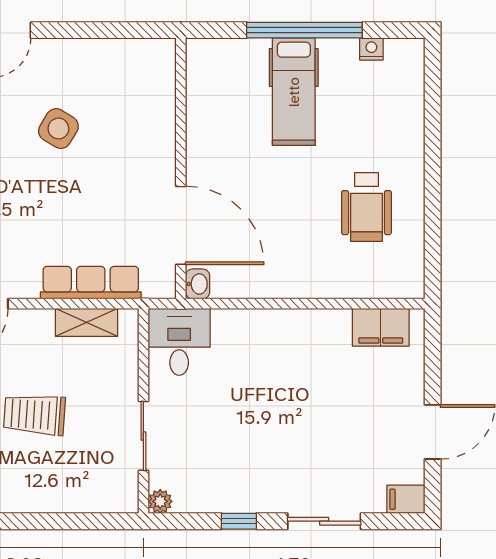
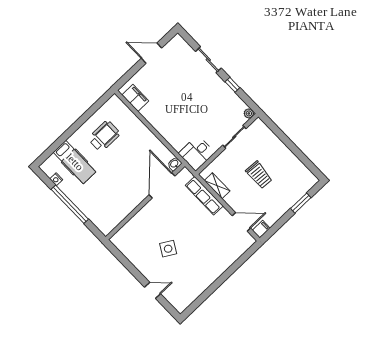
hospital bed: (294, 92) -> (75, 162), moved, turned 90
filing cabinet: (406, 499) -> (179, 42), removed

